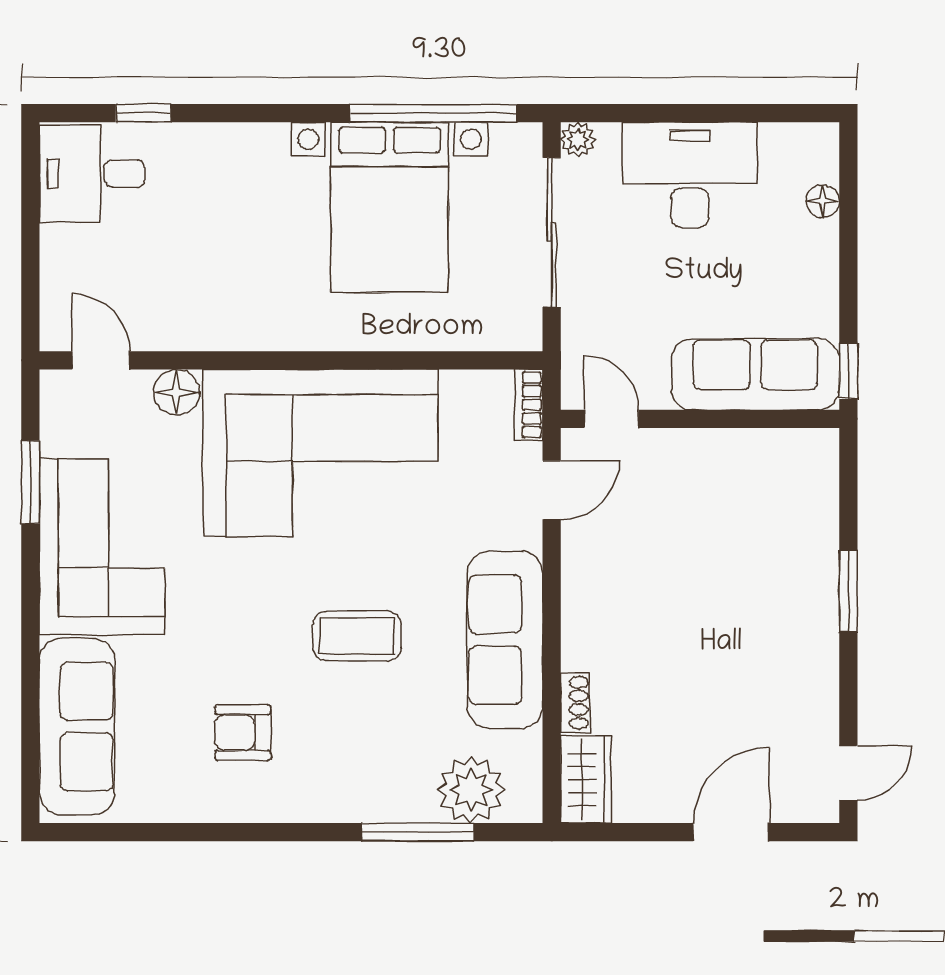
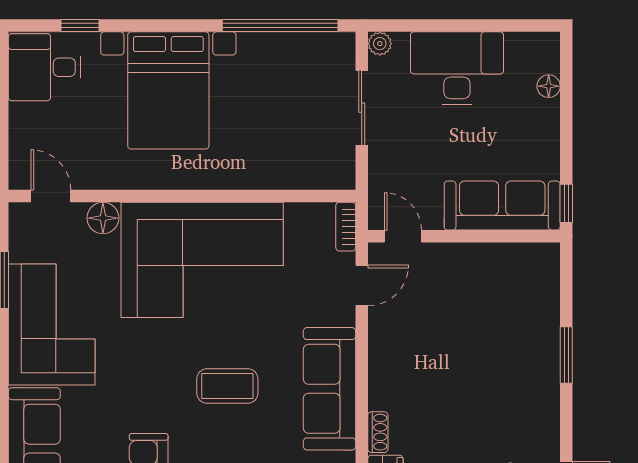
bed with nightstands: (389, 207) -> (168, 90), moved
sliding door: (552, 232) -> (362, 108), width x0.73

